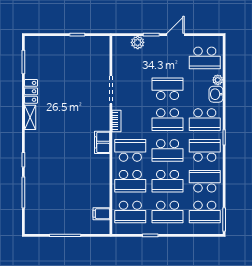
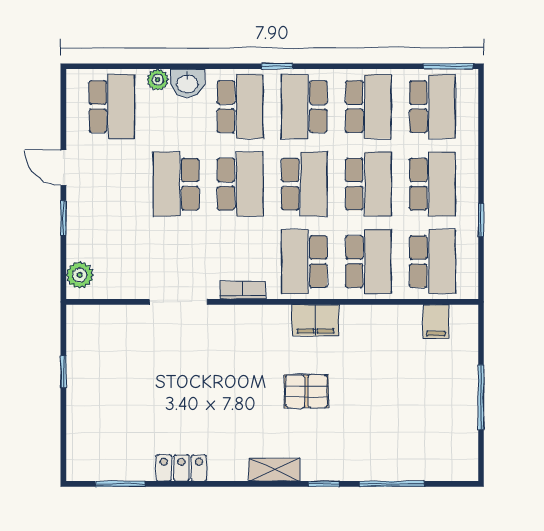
plant: (138, 42) -> (80, 275), moved
shelving: (30, 117) -> (274, 470), moved
filing cabinet: (102, 142) -> (316, 320), moved
pallet: (68, 151) -> (306, 391), added
school desk: (205, 181) -> (368, 107), turned 180

